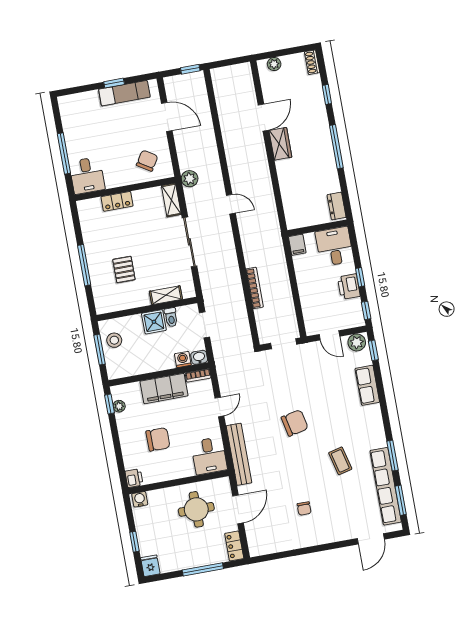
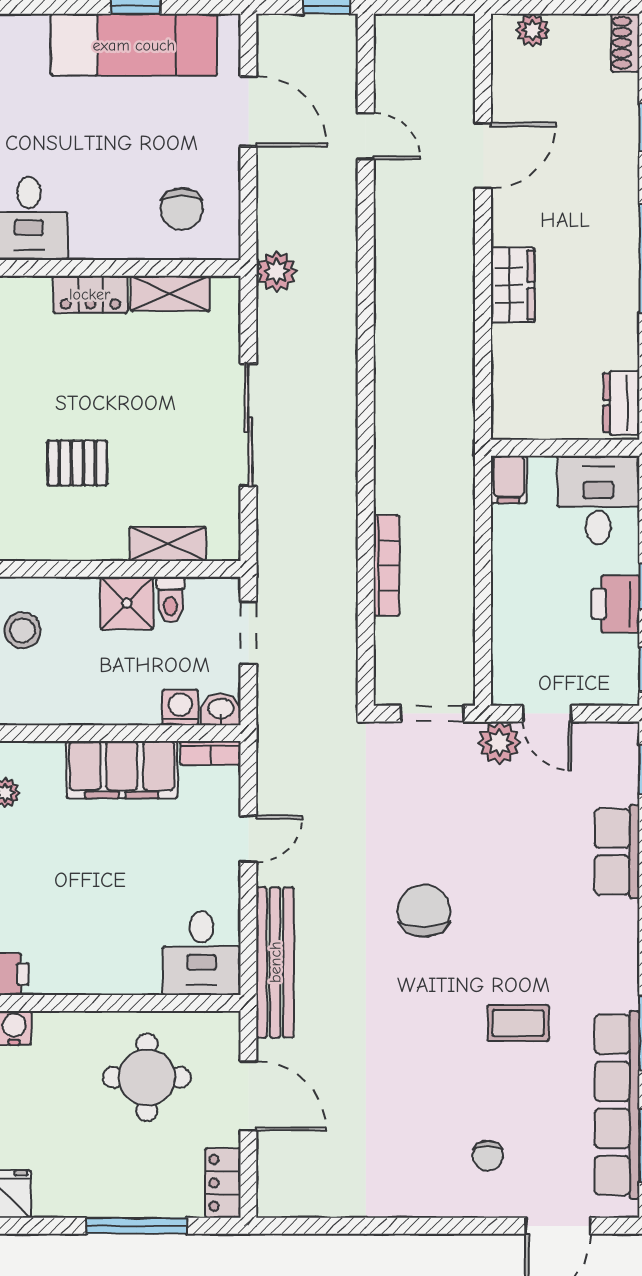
exam couch: (124, 93) -> (134, 45), width x1.36, depth x1.45
wardrobe: (280, 144) -> (513, 285), moved
chair: (147, 161) -> (182, 209), turned 148
shelving: (171, 200) -> (170, 293), moved, turned 90
door: (231, 204) -> (366, 136), moved
pallet: (124, 269) -> (77, 463), turned 90
plant: (357, 342) -> (499, 743), moved
chair: (295, 423) -> (424, 911), turned -78
chair: (158, 439) -> (85, 890), removed
coffee table: (340, 461) -> (518, 1023), turned -76
chair: (304, 508) -> (488, 1156), moved
door: (238, 509) -> (248, 1096), hinge flipped

